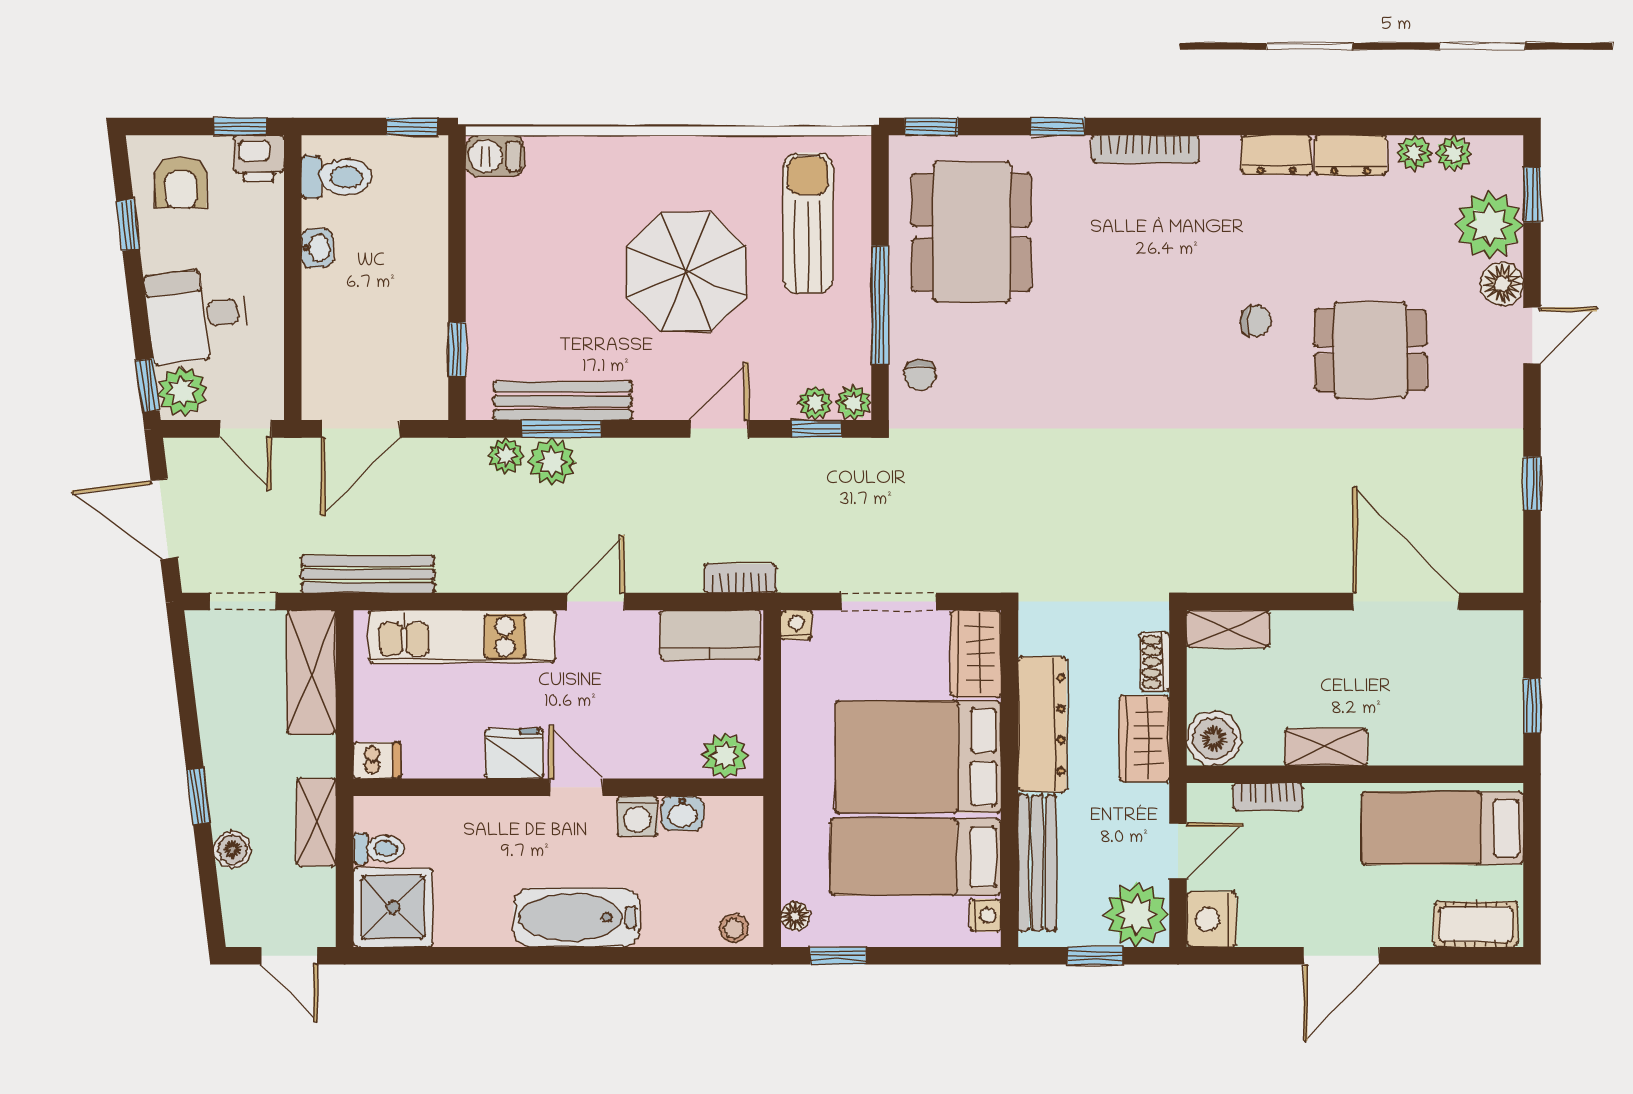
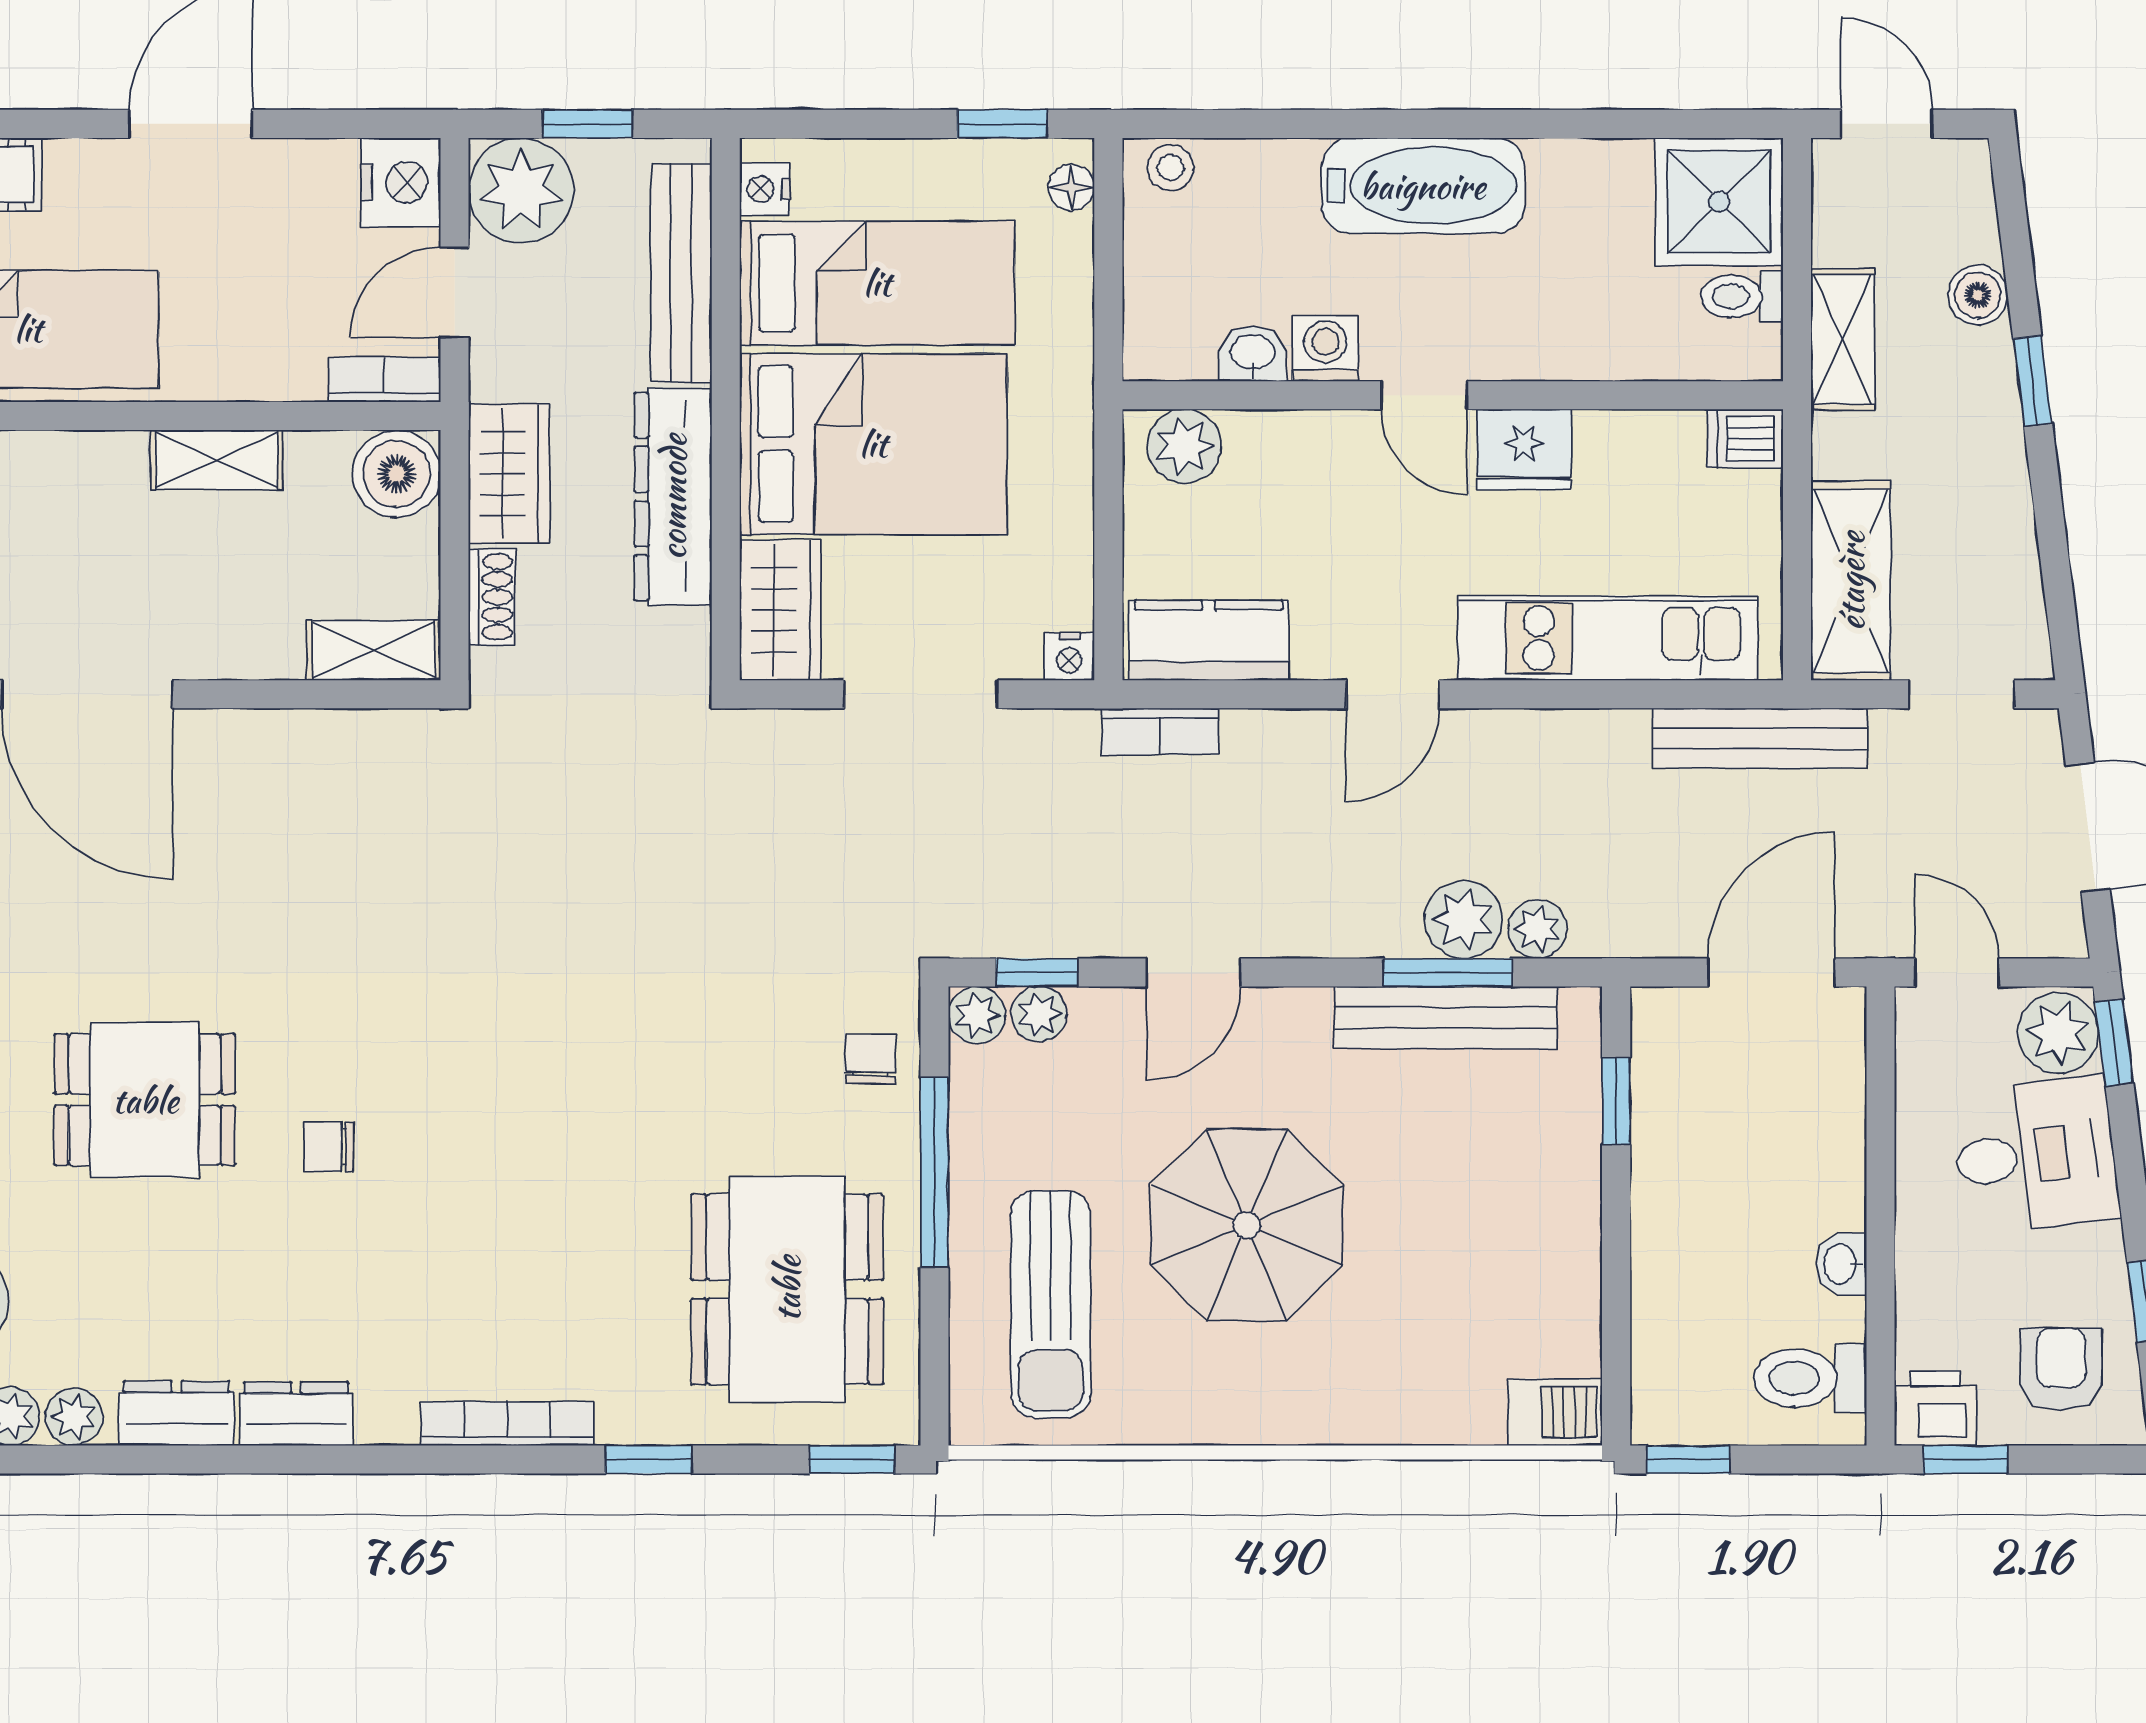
bookcase: (1268, 797) -> (384, 380), moved

